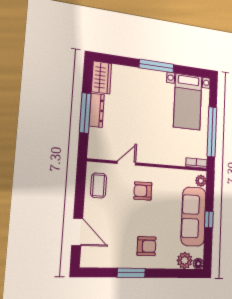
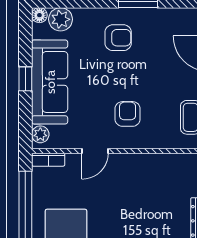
door: (126, 163) -> (95, 151), moved
armchair: (143, 191) -> (128, 114), turned -90
armchair: (147, 246) -> (118, 38), turned 180

